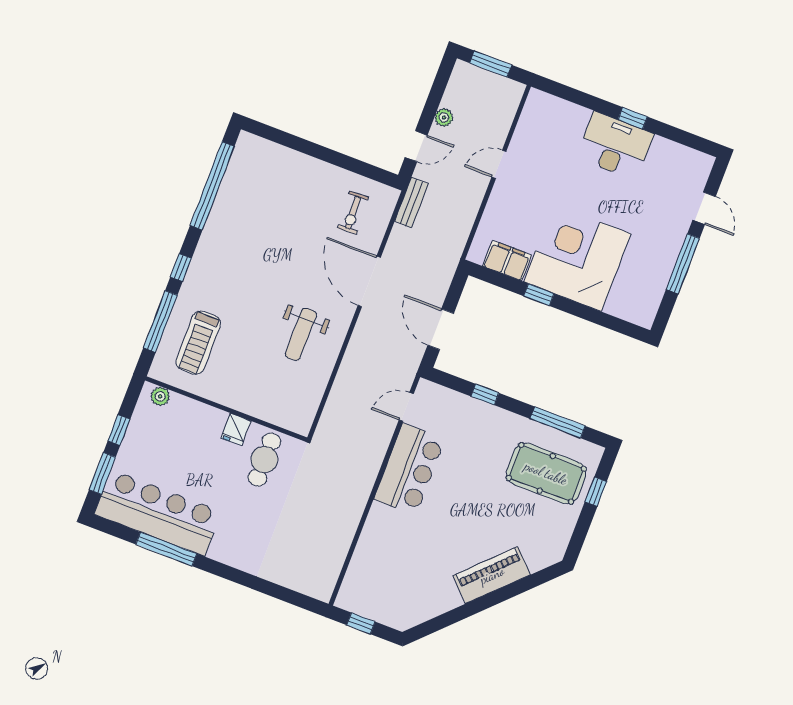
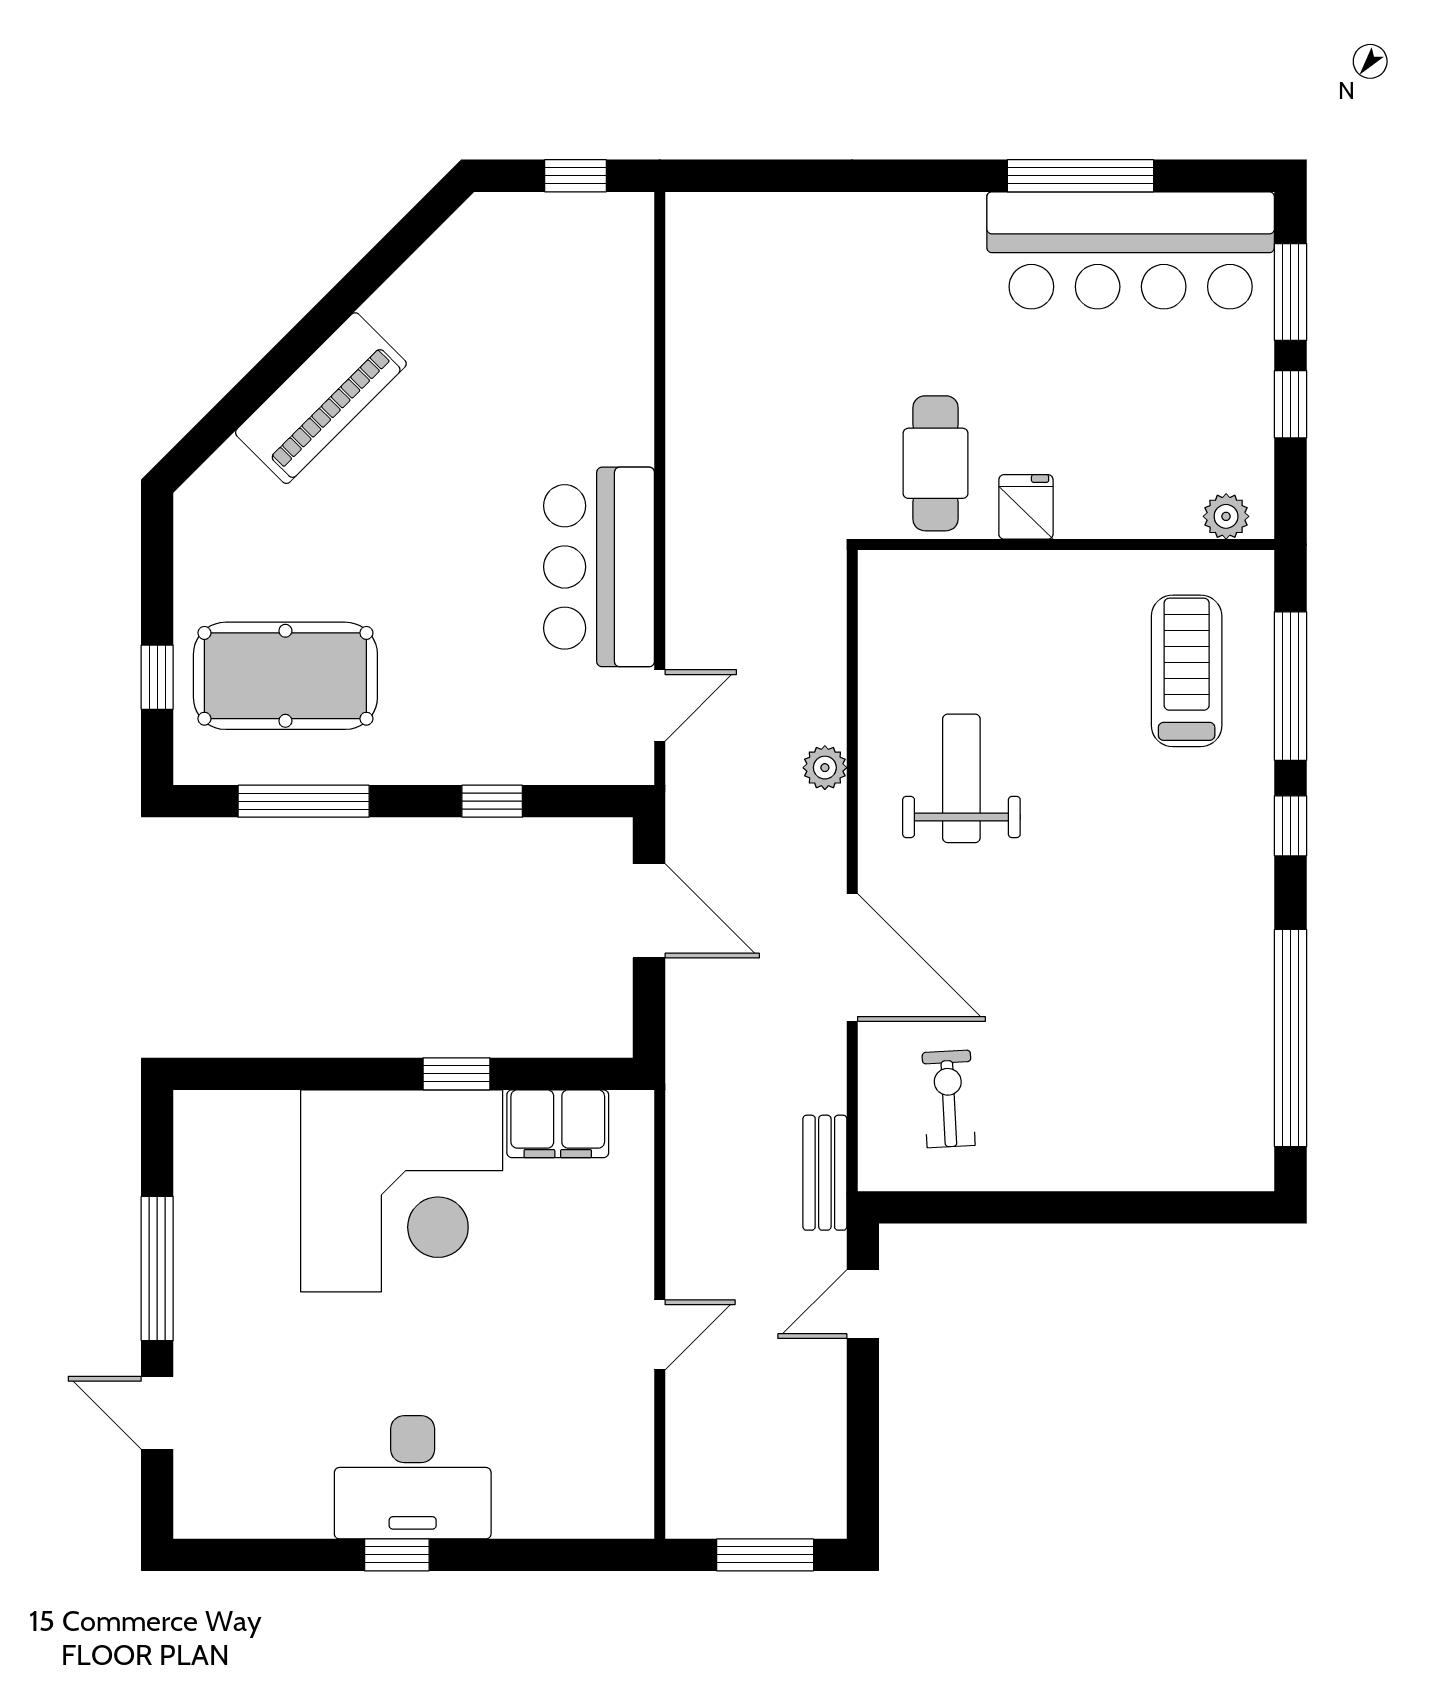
plant: (444, 118) -> (825, 768), moved

